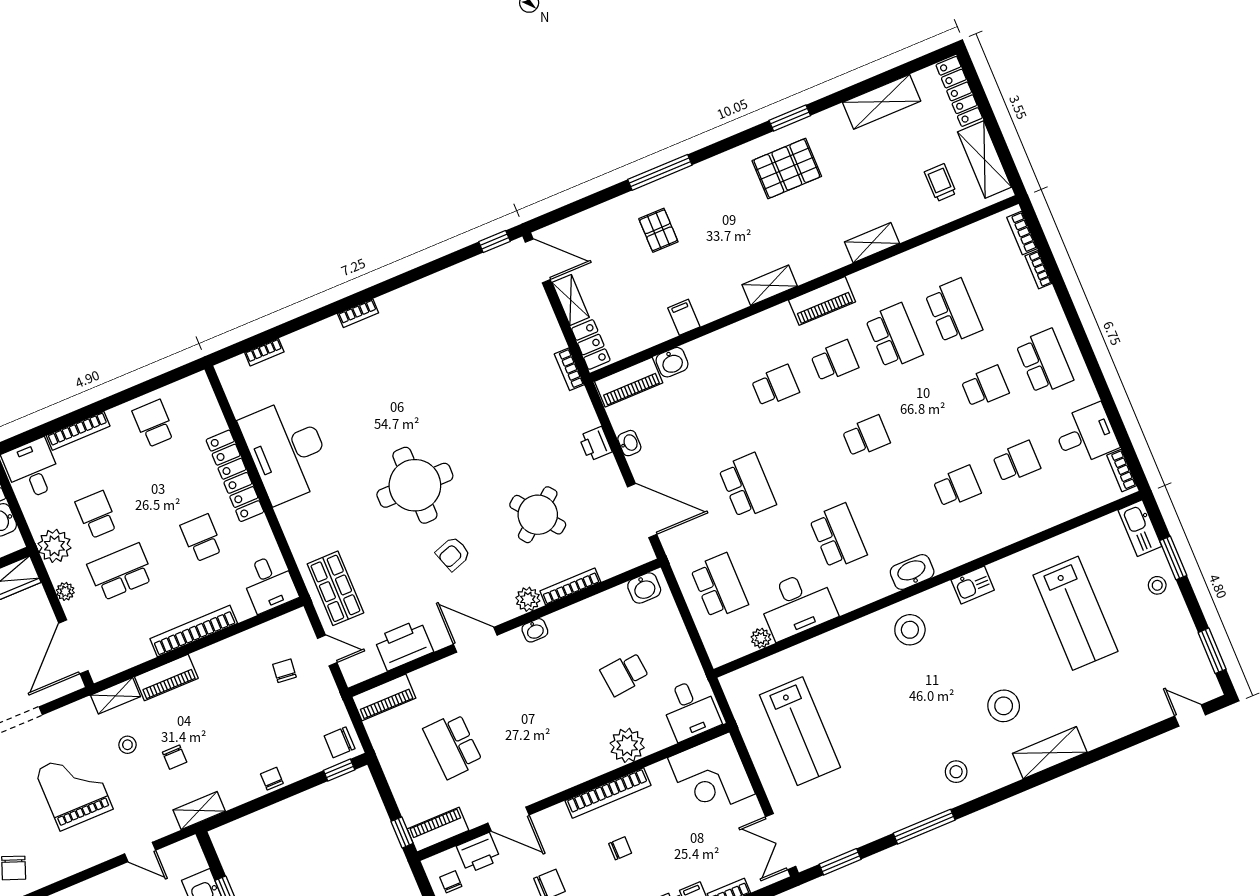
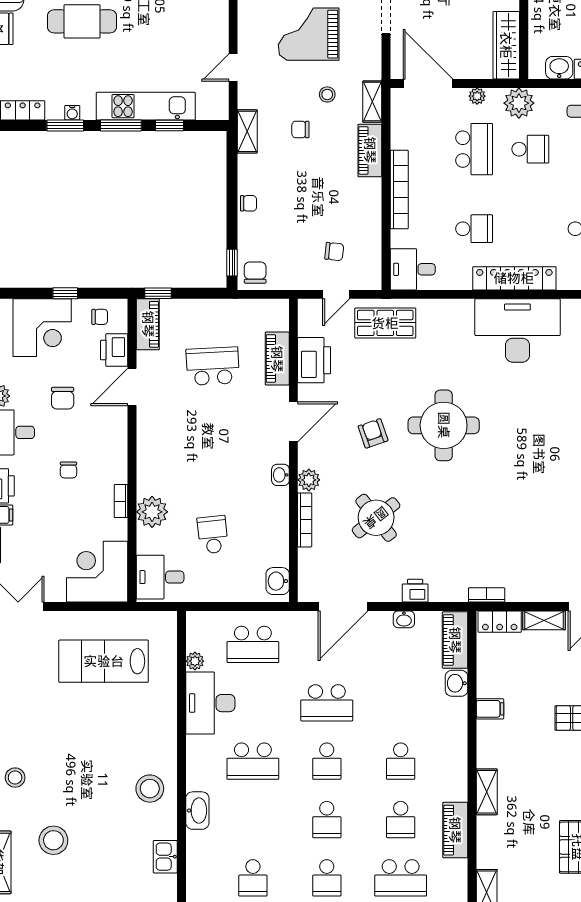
school desk: (926, 411) -> (327, 878), added
school desk: (807, 461) -> (327, 761), added
piano: (384, 697) -> (277, 359), moved
grand piano: (74, 789) -> (309, 34), turned 180
bookcase: (608, 793) -> (121, 501), width x0.43, depth x0.76

